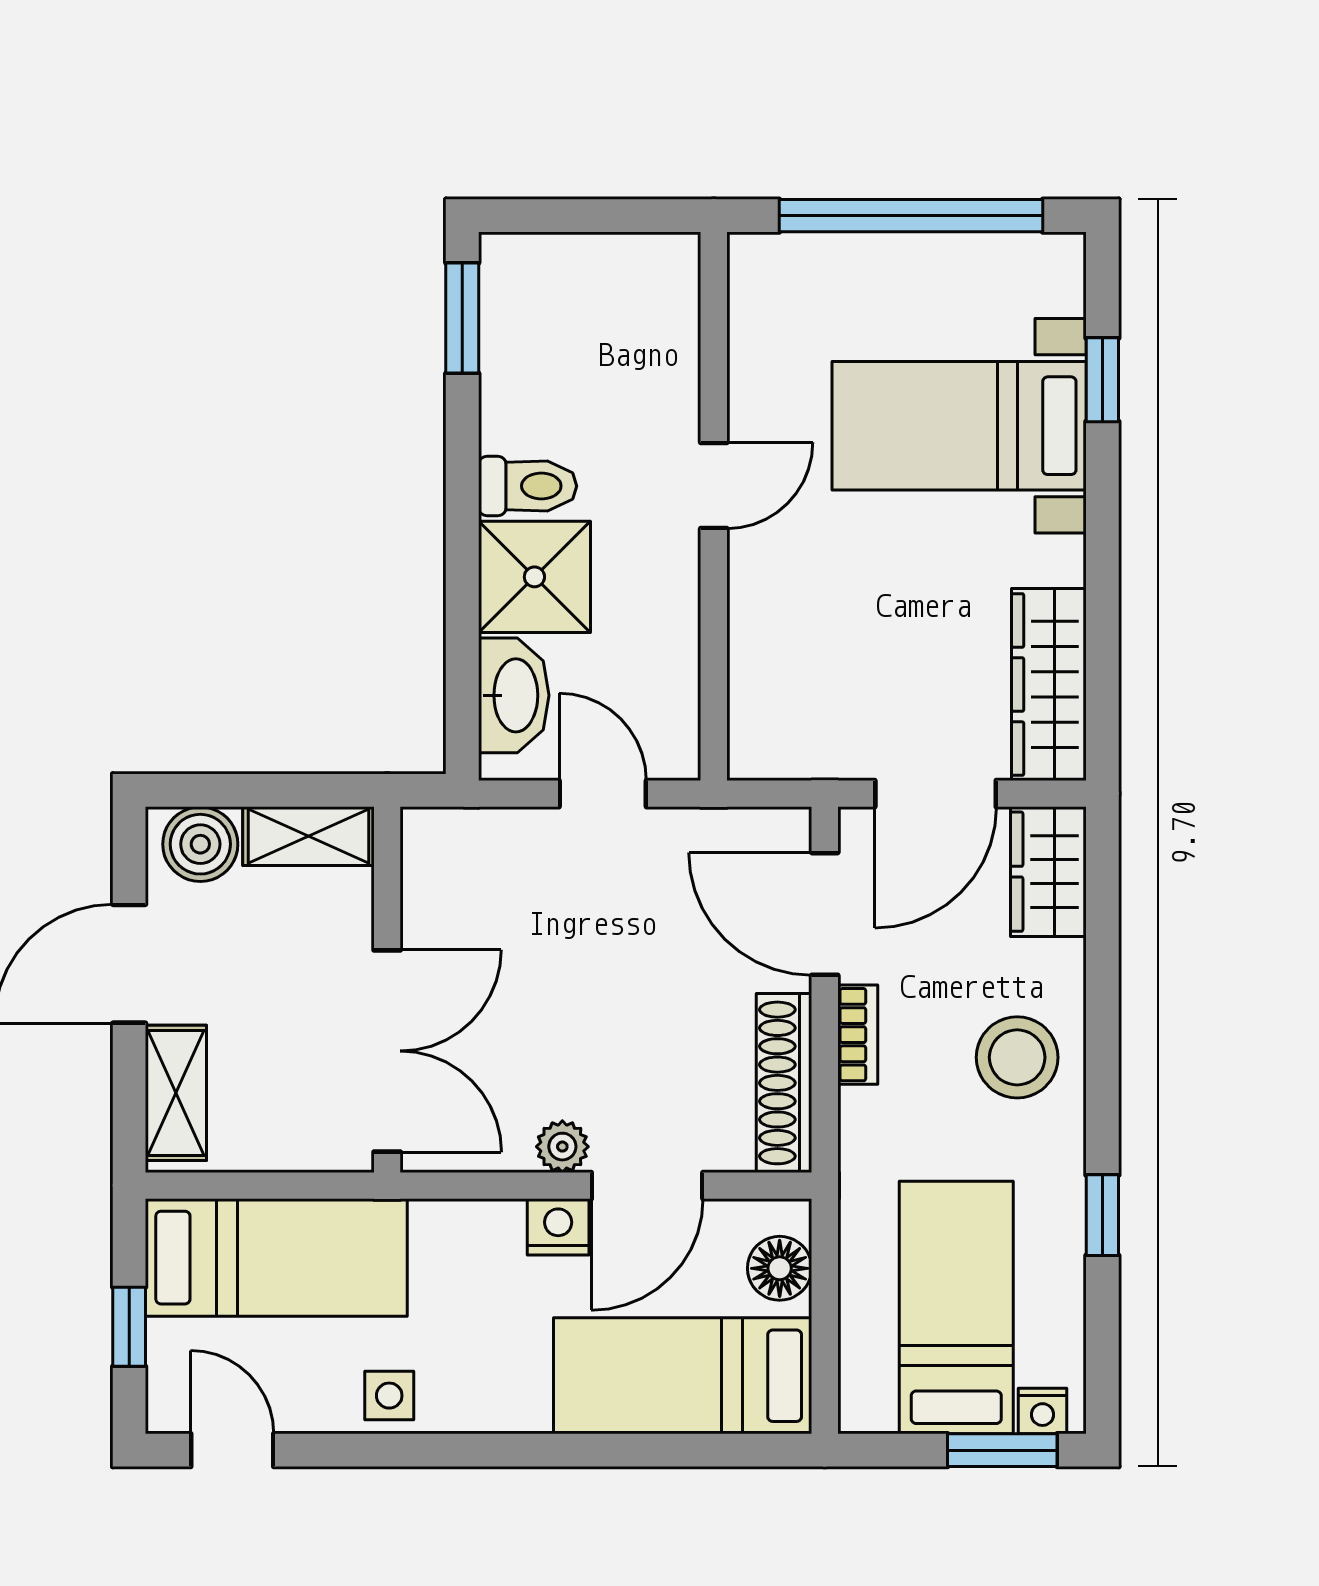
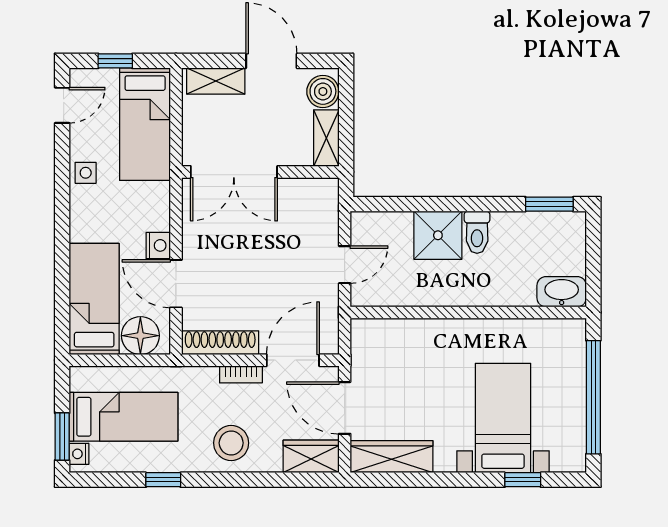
door: (714, 485) -> (477, 312), removed
washbasin: (514, 695) -> (562, 292), moved, turned 180
plant: (562, 1147) -> (193, 247), removed
floor lamp: (780, 1268) -> (140, 336), width x1.38, depth x1.38

